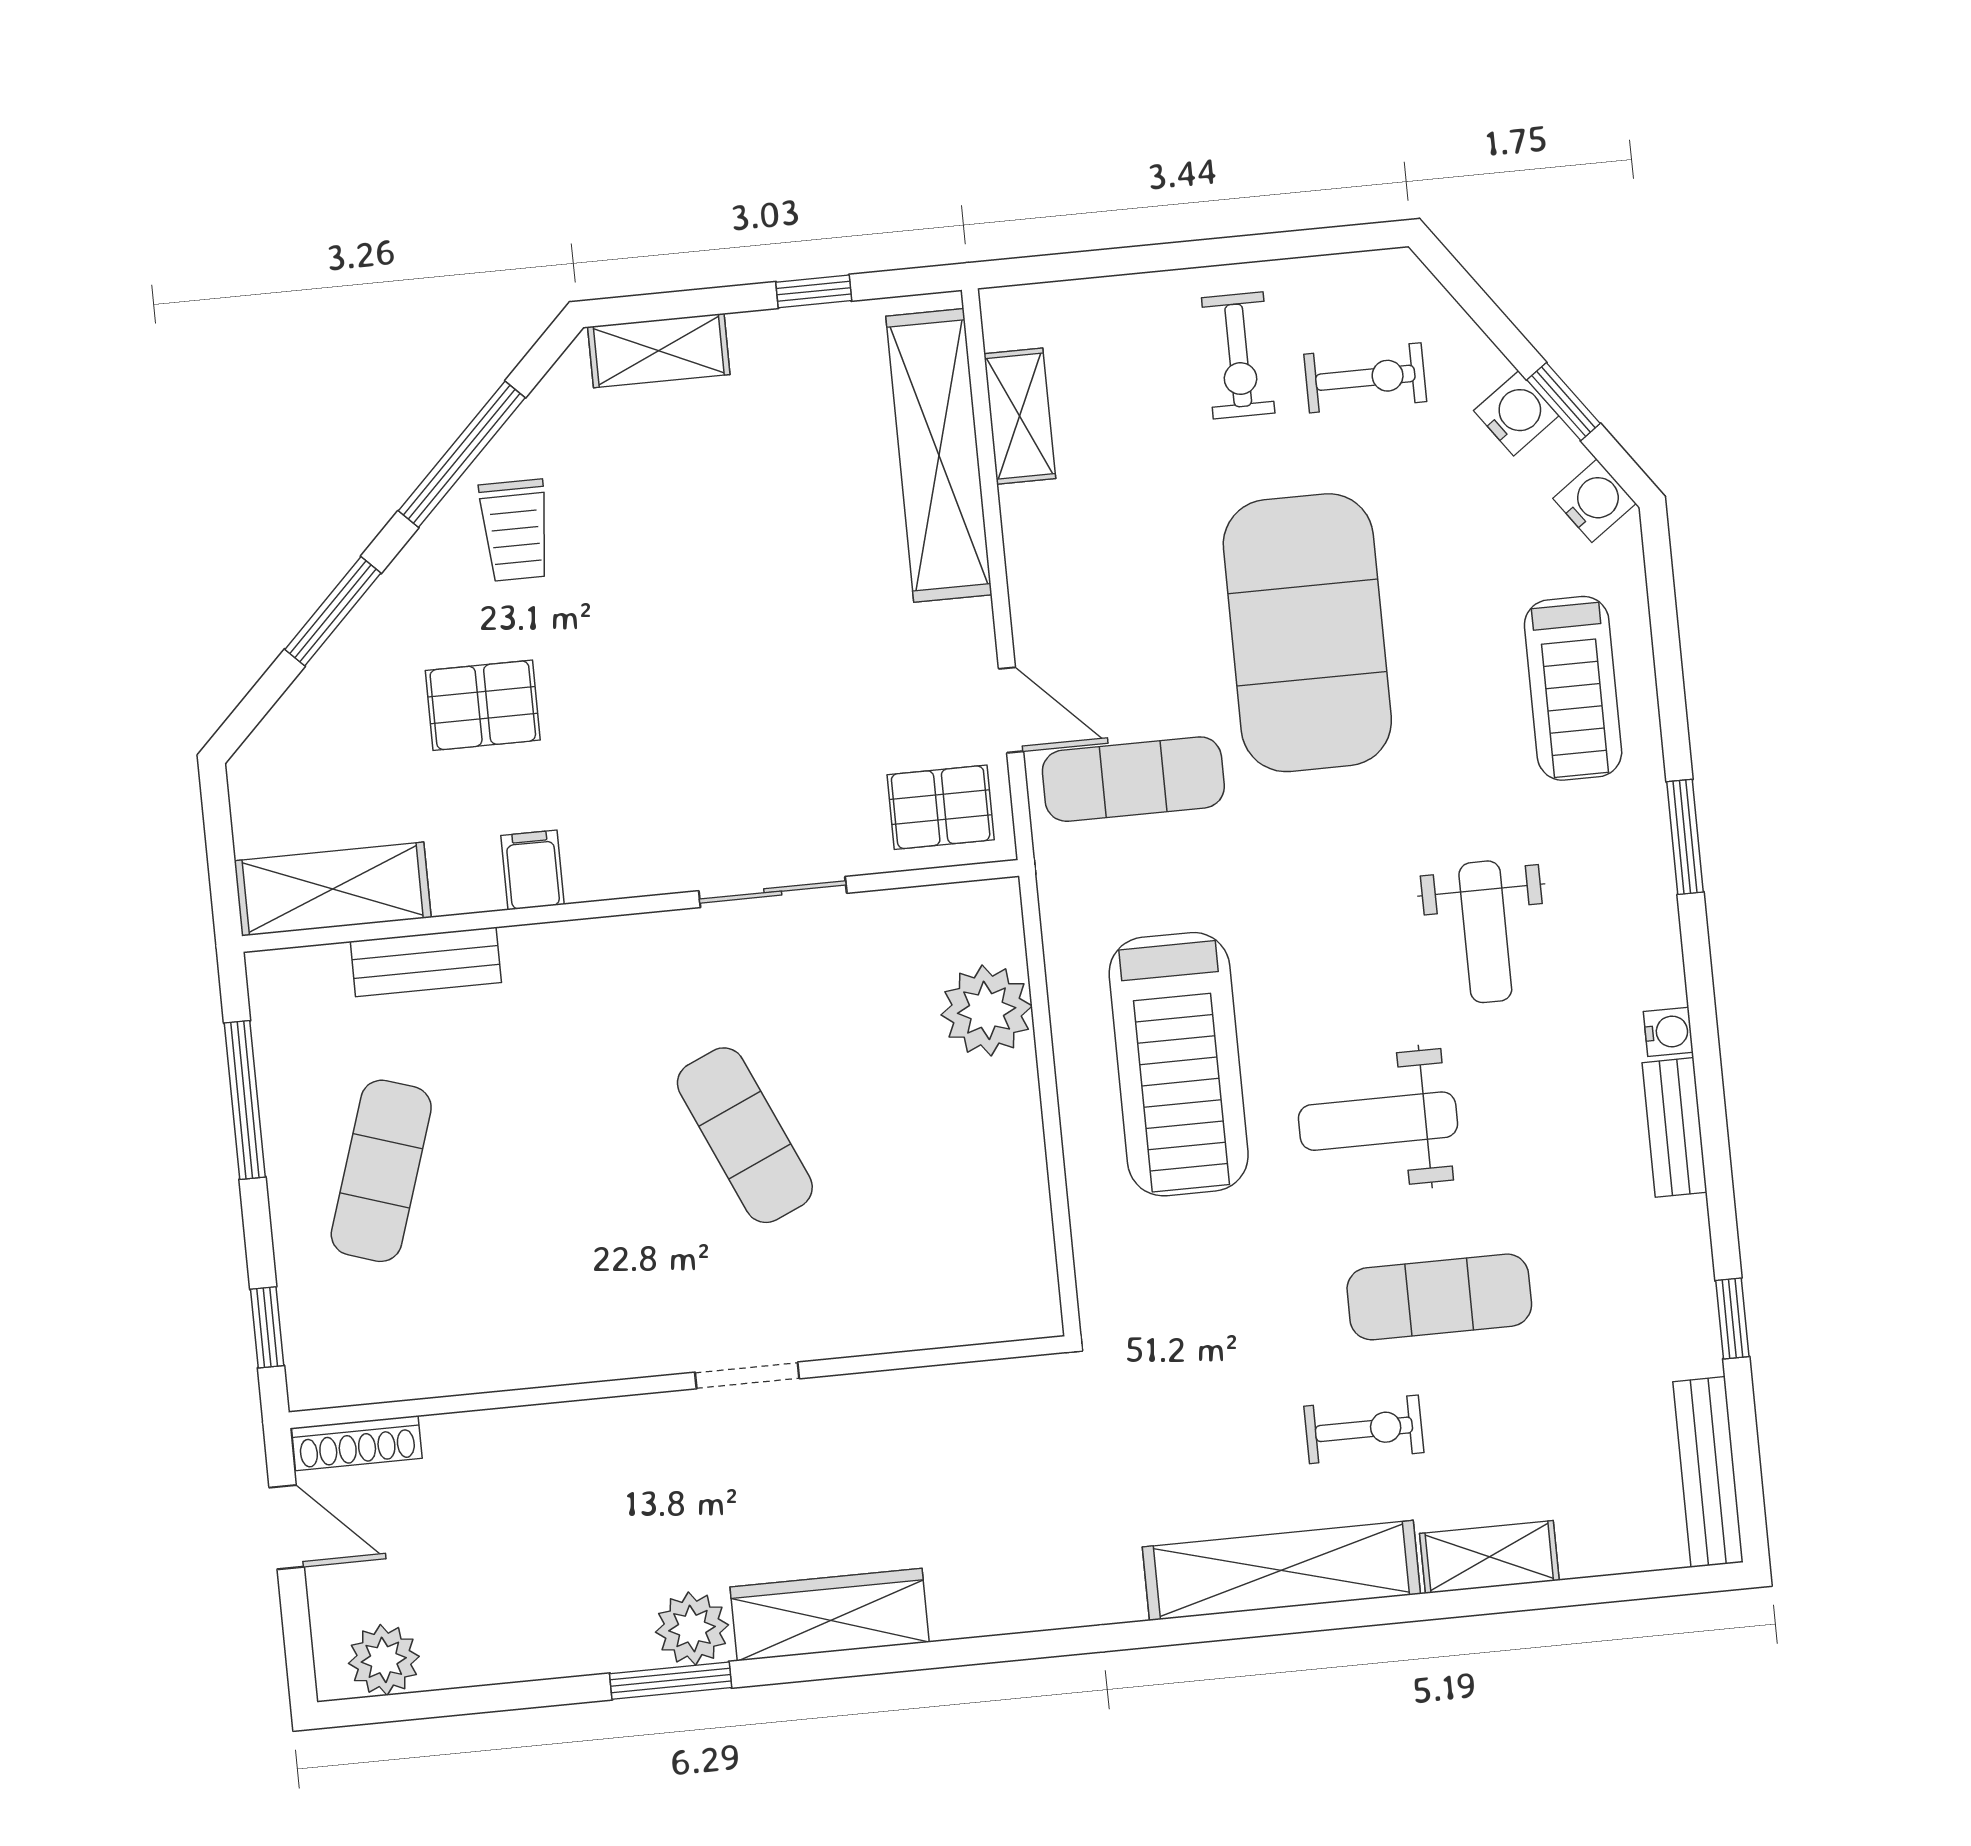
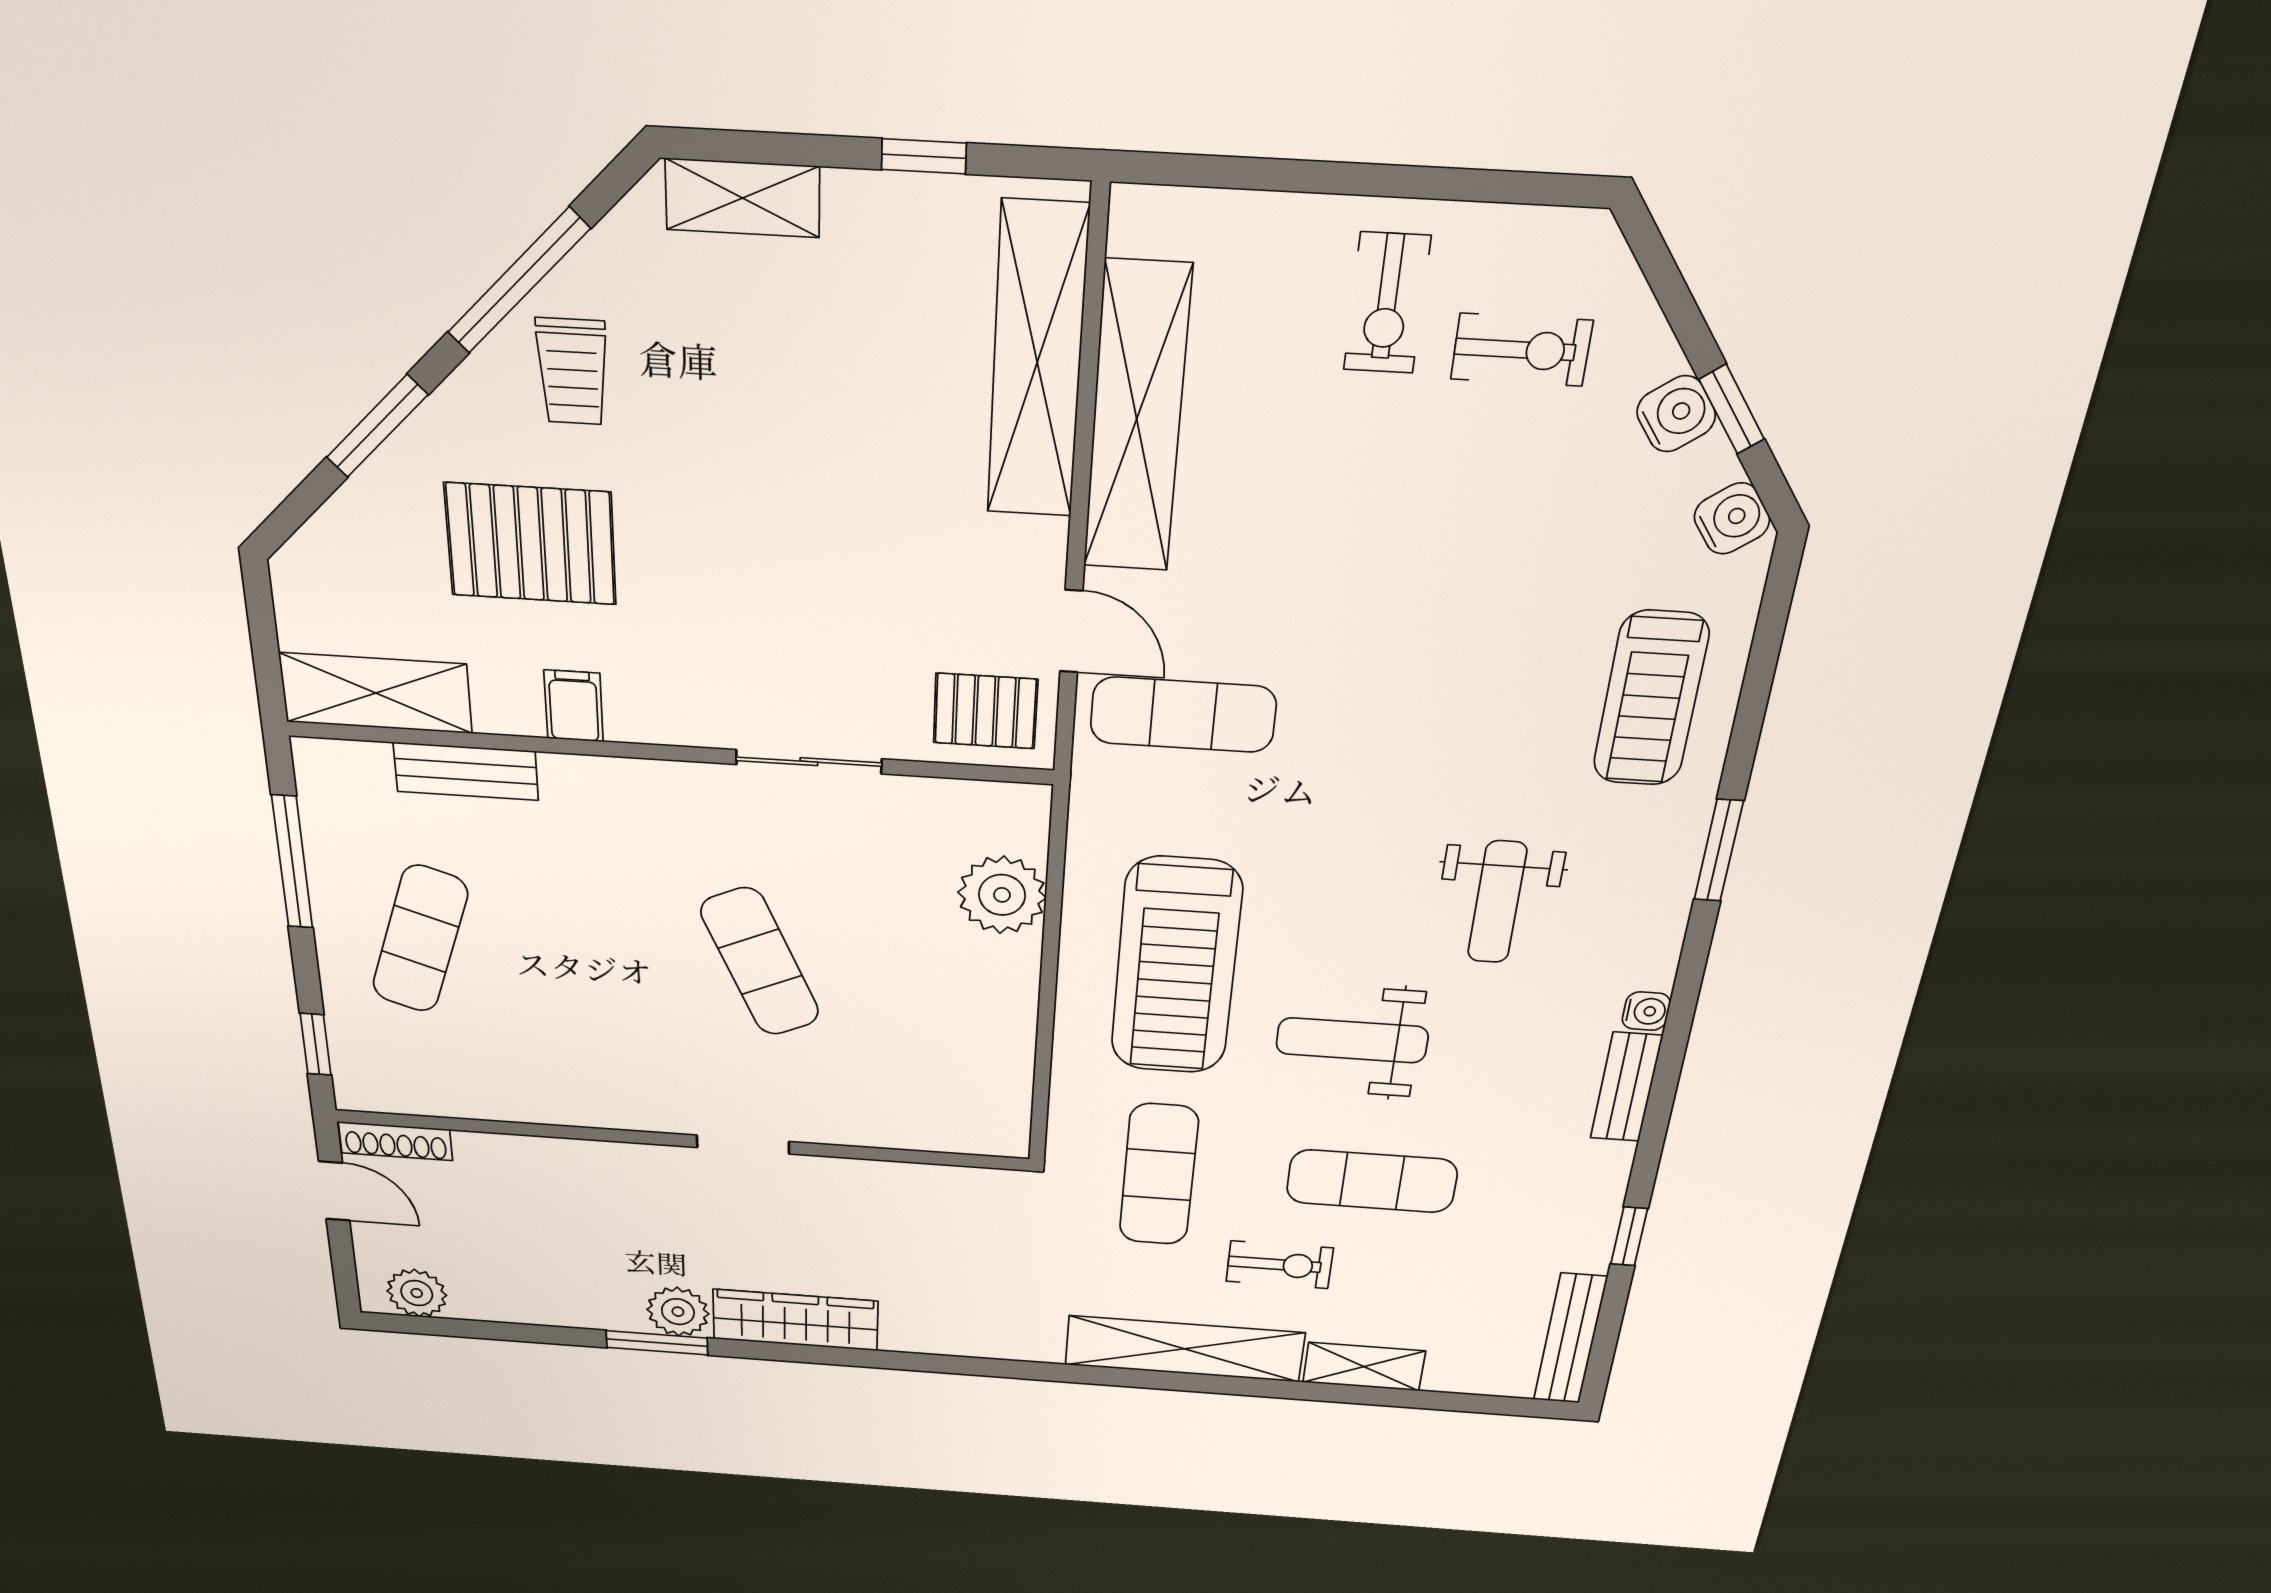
shelving: (1020, 416) -> (1137, 419), width x2.20, depth x1.33
exercise mat: (1307, 633) -> (1159, 1175), moved, width x0.50, depth x0.69
pallet: (483, 705) -> (531, 544), width x1.50, depth x1.42

